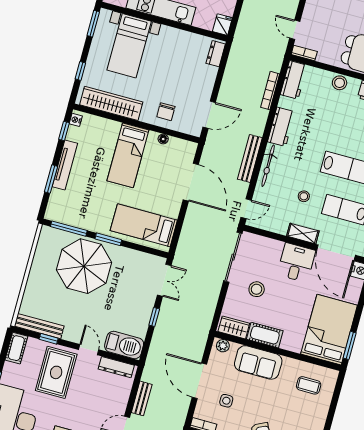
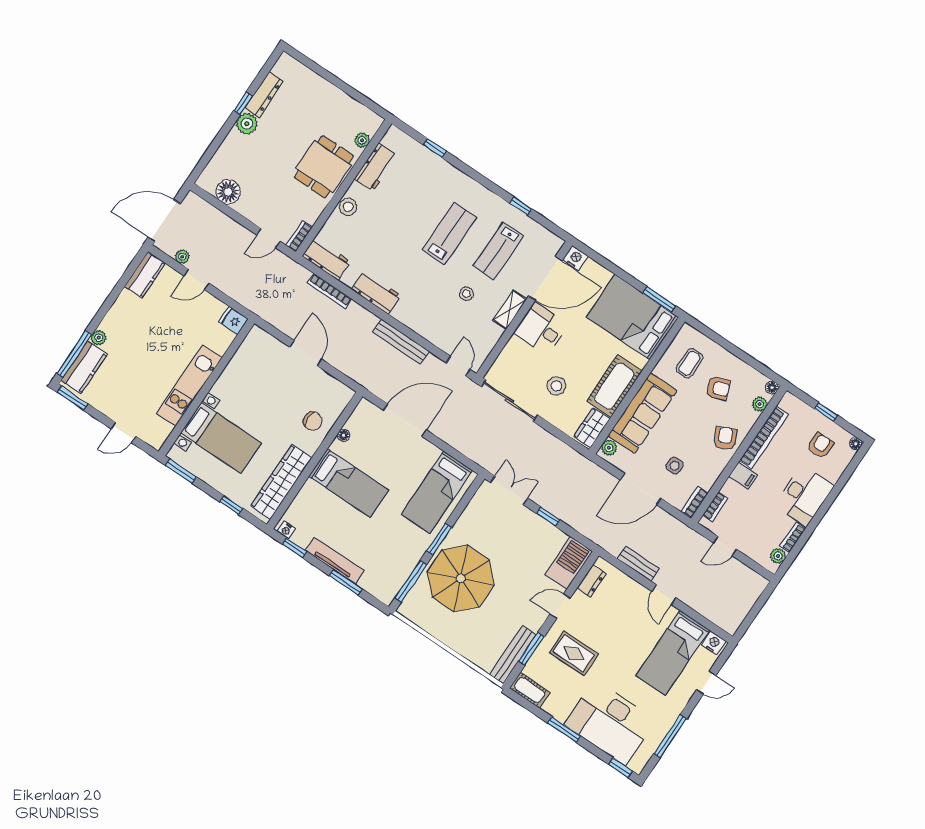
dresser: (216, 54) -> (265, 340), removed
door: (209, 115) -> (306, 353), moved
bicycle: (268, 166) -> (416, 323), removed
cot: (265, 335) -> (614, 386), width x1.37, depth x1.34
window: (49, 339) -> (531, 649), width x1.50
sofa: (258, 362) -> (643, 413), width x1.36
dresser: (116, 367) -> (592, 581), width x0.70
rug: (56, 372) -> (574, 653), width x0.73, depth x0.70
armchair: (297, 414) -> (718, 388), added

